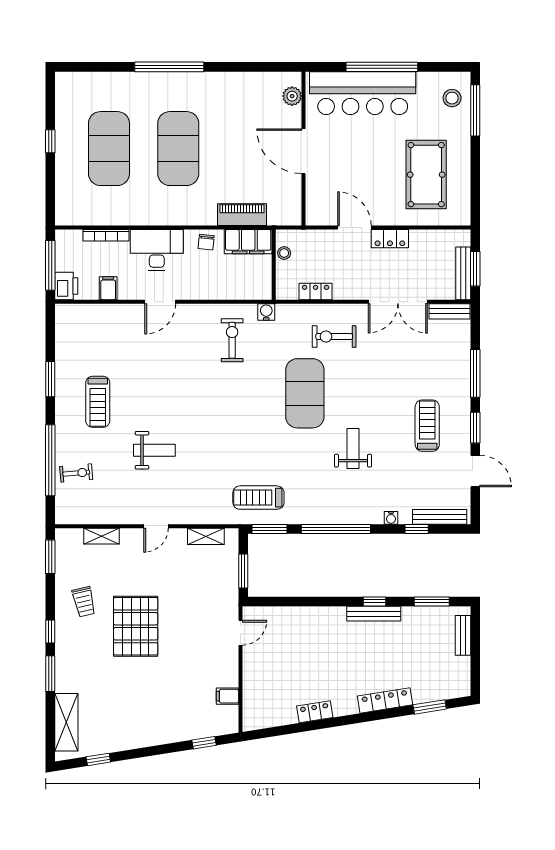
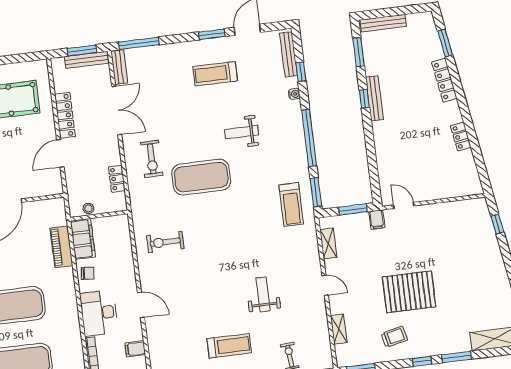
locker: (390, 239) -> (65, 115), width x1.53
water cooler: (266, 312) -> (139, 217), removed
window: (475, 373) -> (139, 43), moved
bench: (463, 635) -> (383, 23), width x1.36
filing cabinet: (227, 696) -> (377, 220), moved

